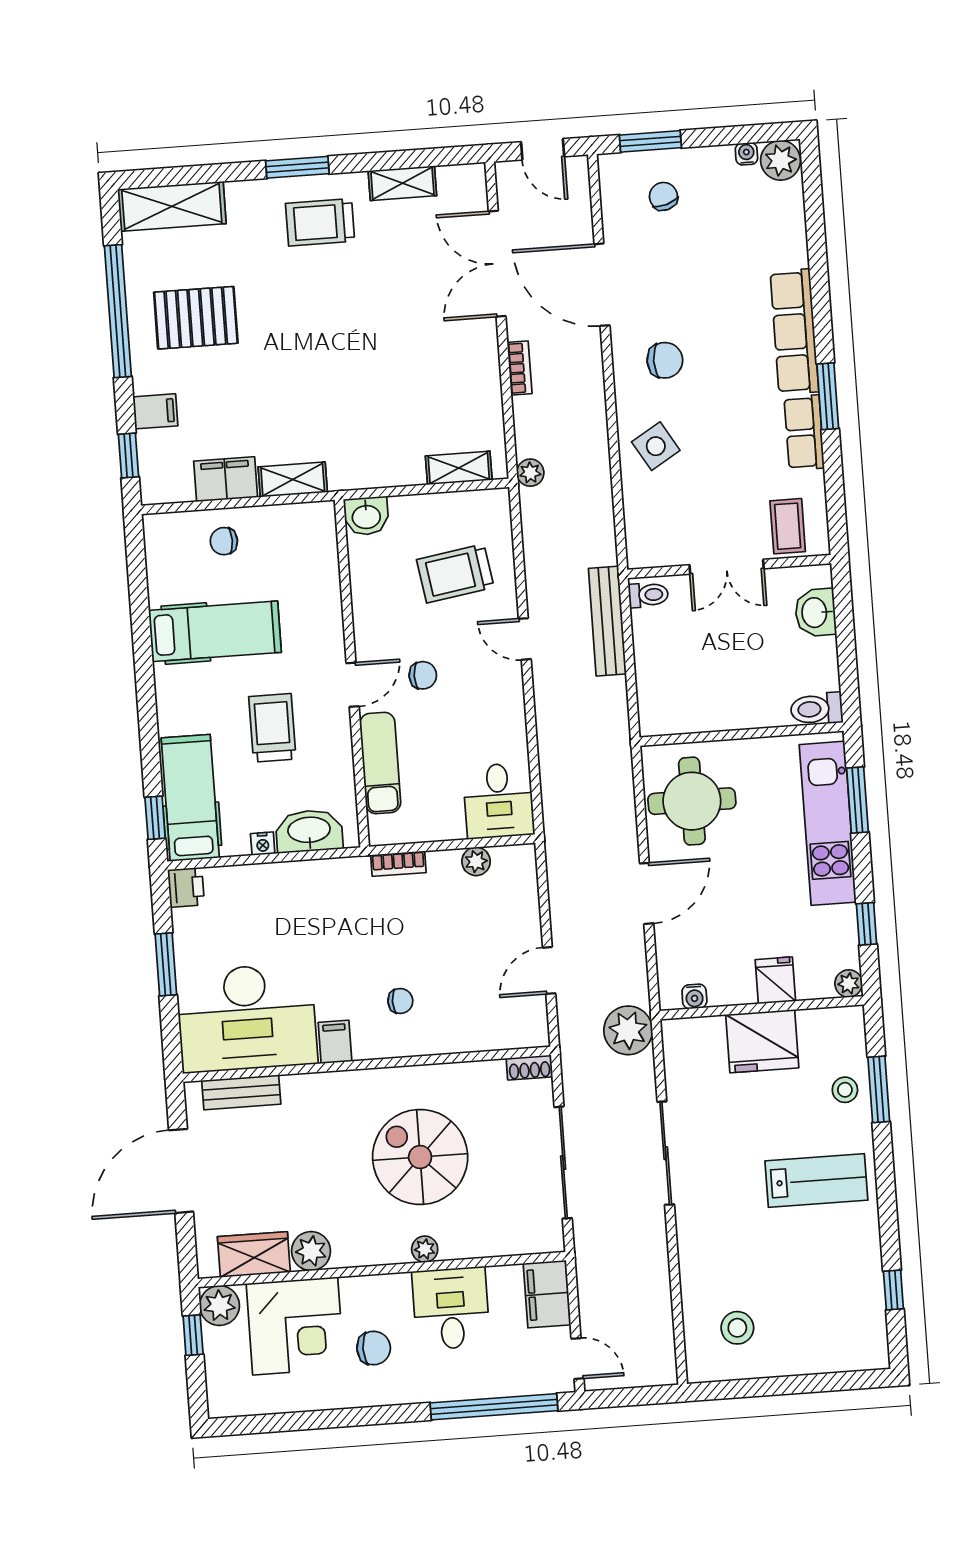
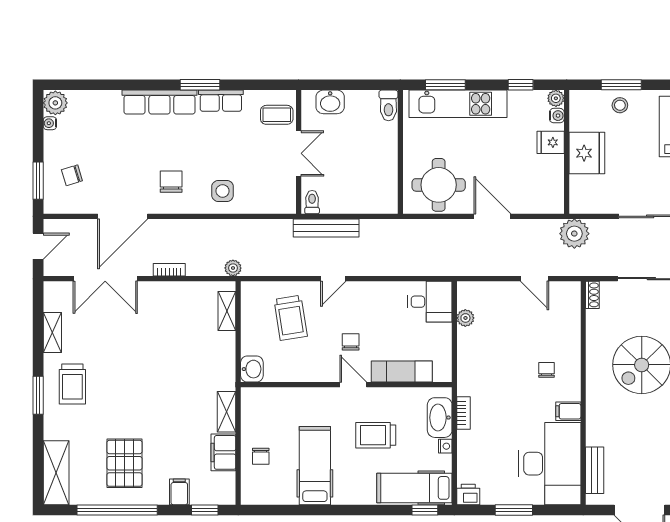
side table: (656, 446) -> (223, 191), turned 31
bookcase: (398, 864) -> (463, 413), moved
water cooler: (694, 996) -> (557, 116), moved

